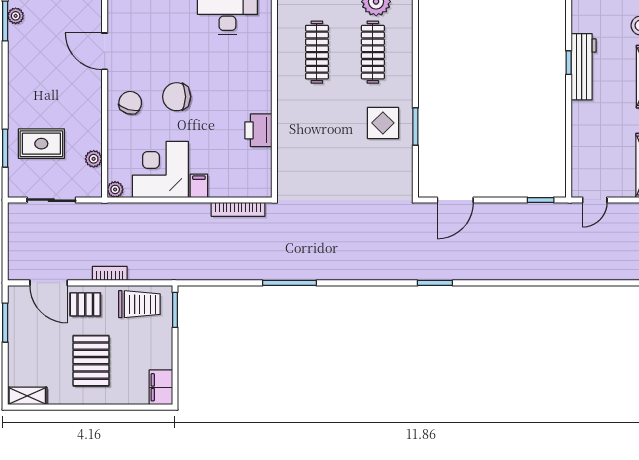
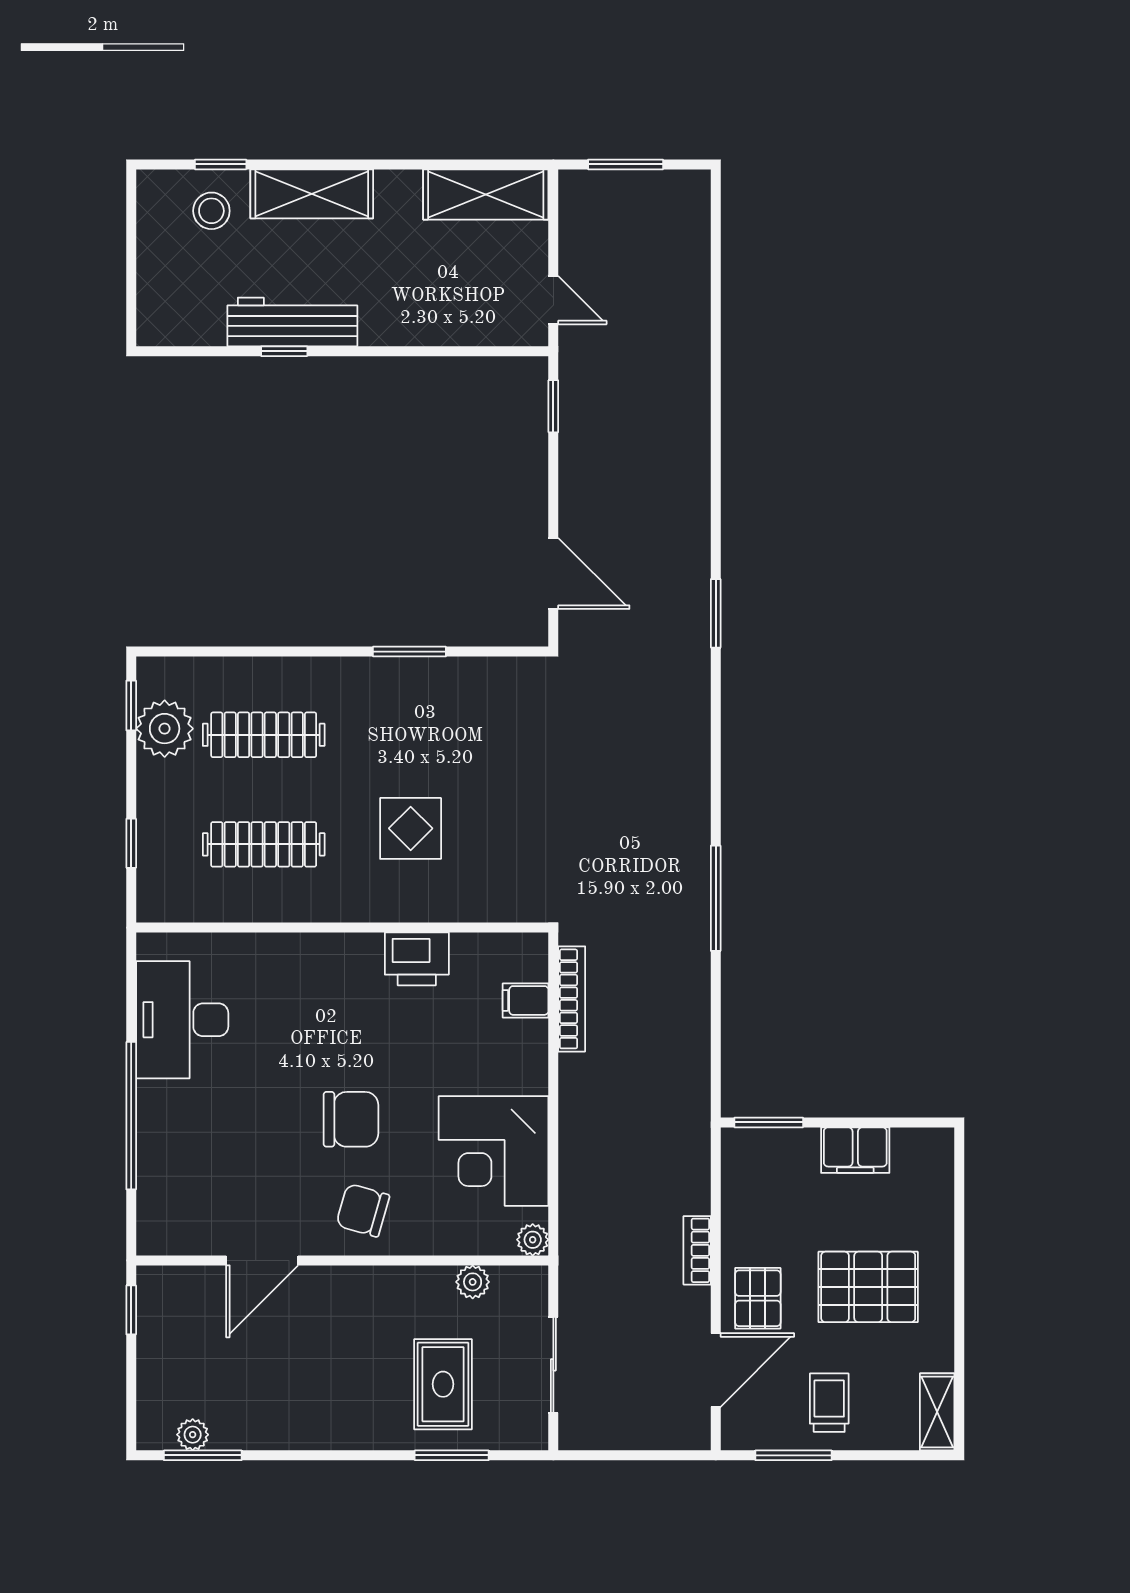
chair: (177, 97) -> (351, 1119), turned -90
display table: (383, 123) -> (411, 828), moved
filing cabinet: (199, 186) -> (526, 1000), moved
trolley: (139, 304) -> (829, 1403), moved, width x0.73, depth x0.72
filing cabinet: (161, 387) -> (855, 1150), moved

